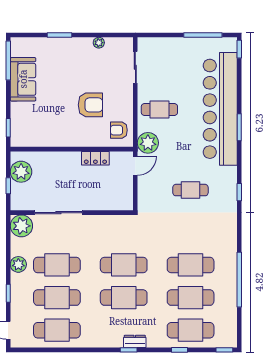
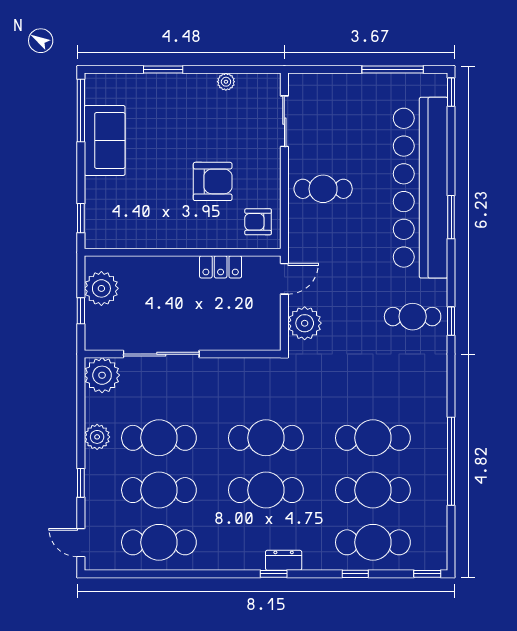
plant: (148, 143) -> (305, 323), moved
cafe table: (190, 190) -> (413, 317), moved

